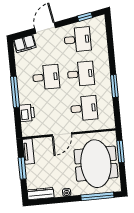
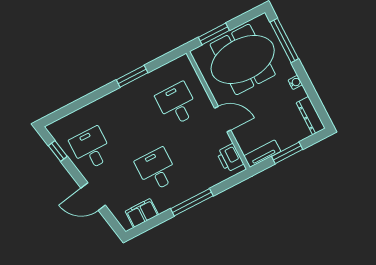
filing cabinet: (25, 44) -> (142, 213), moved, turned -80
desk: (81, 74) -> (134, 126), removed
printer: (27, 113) -> (230, 158), moved, turned -90

